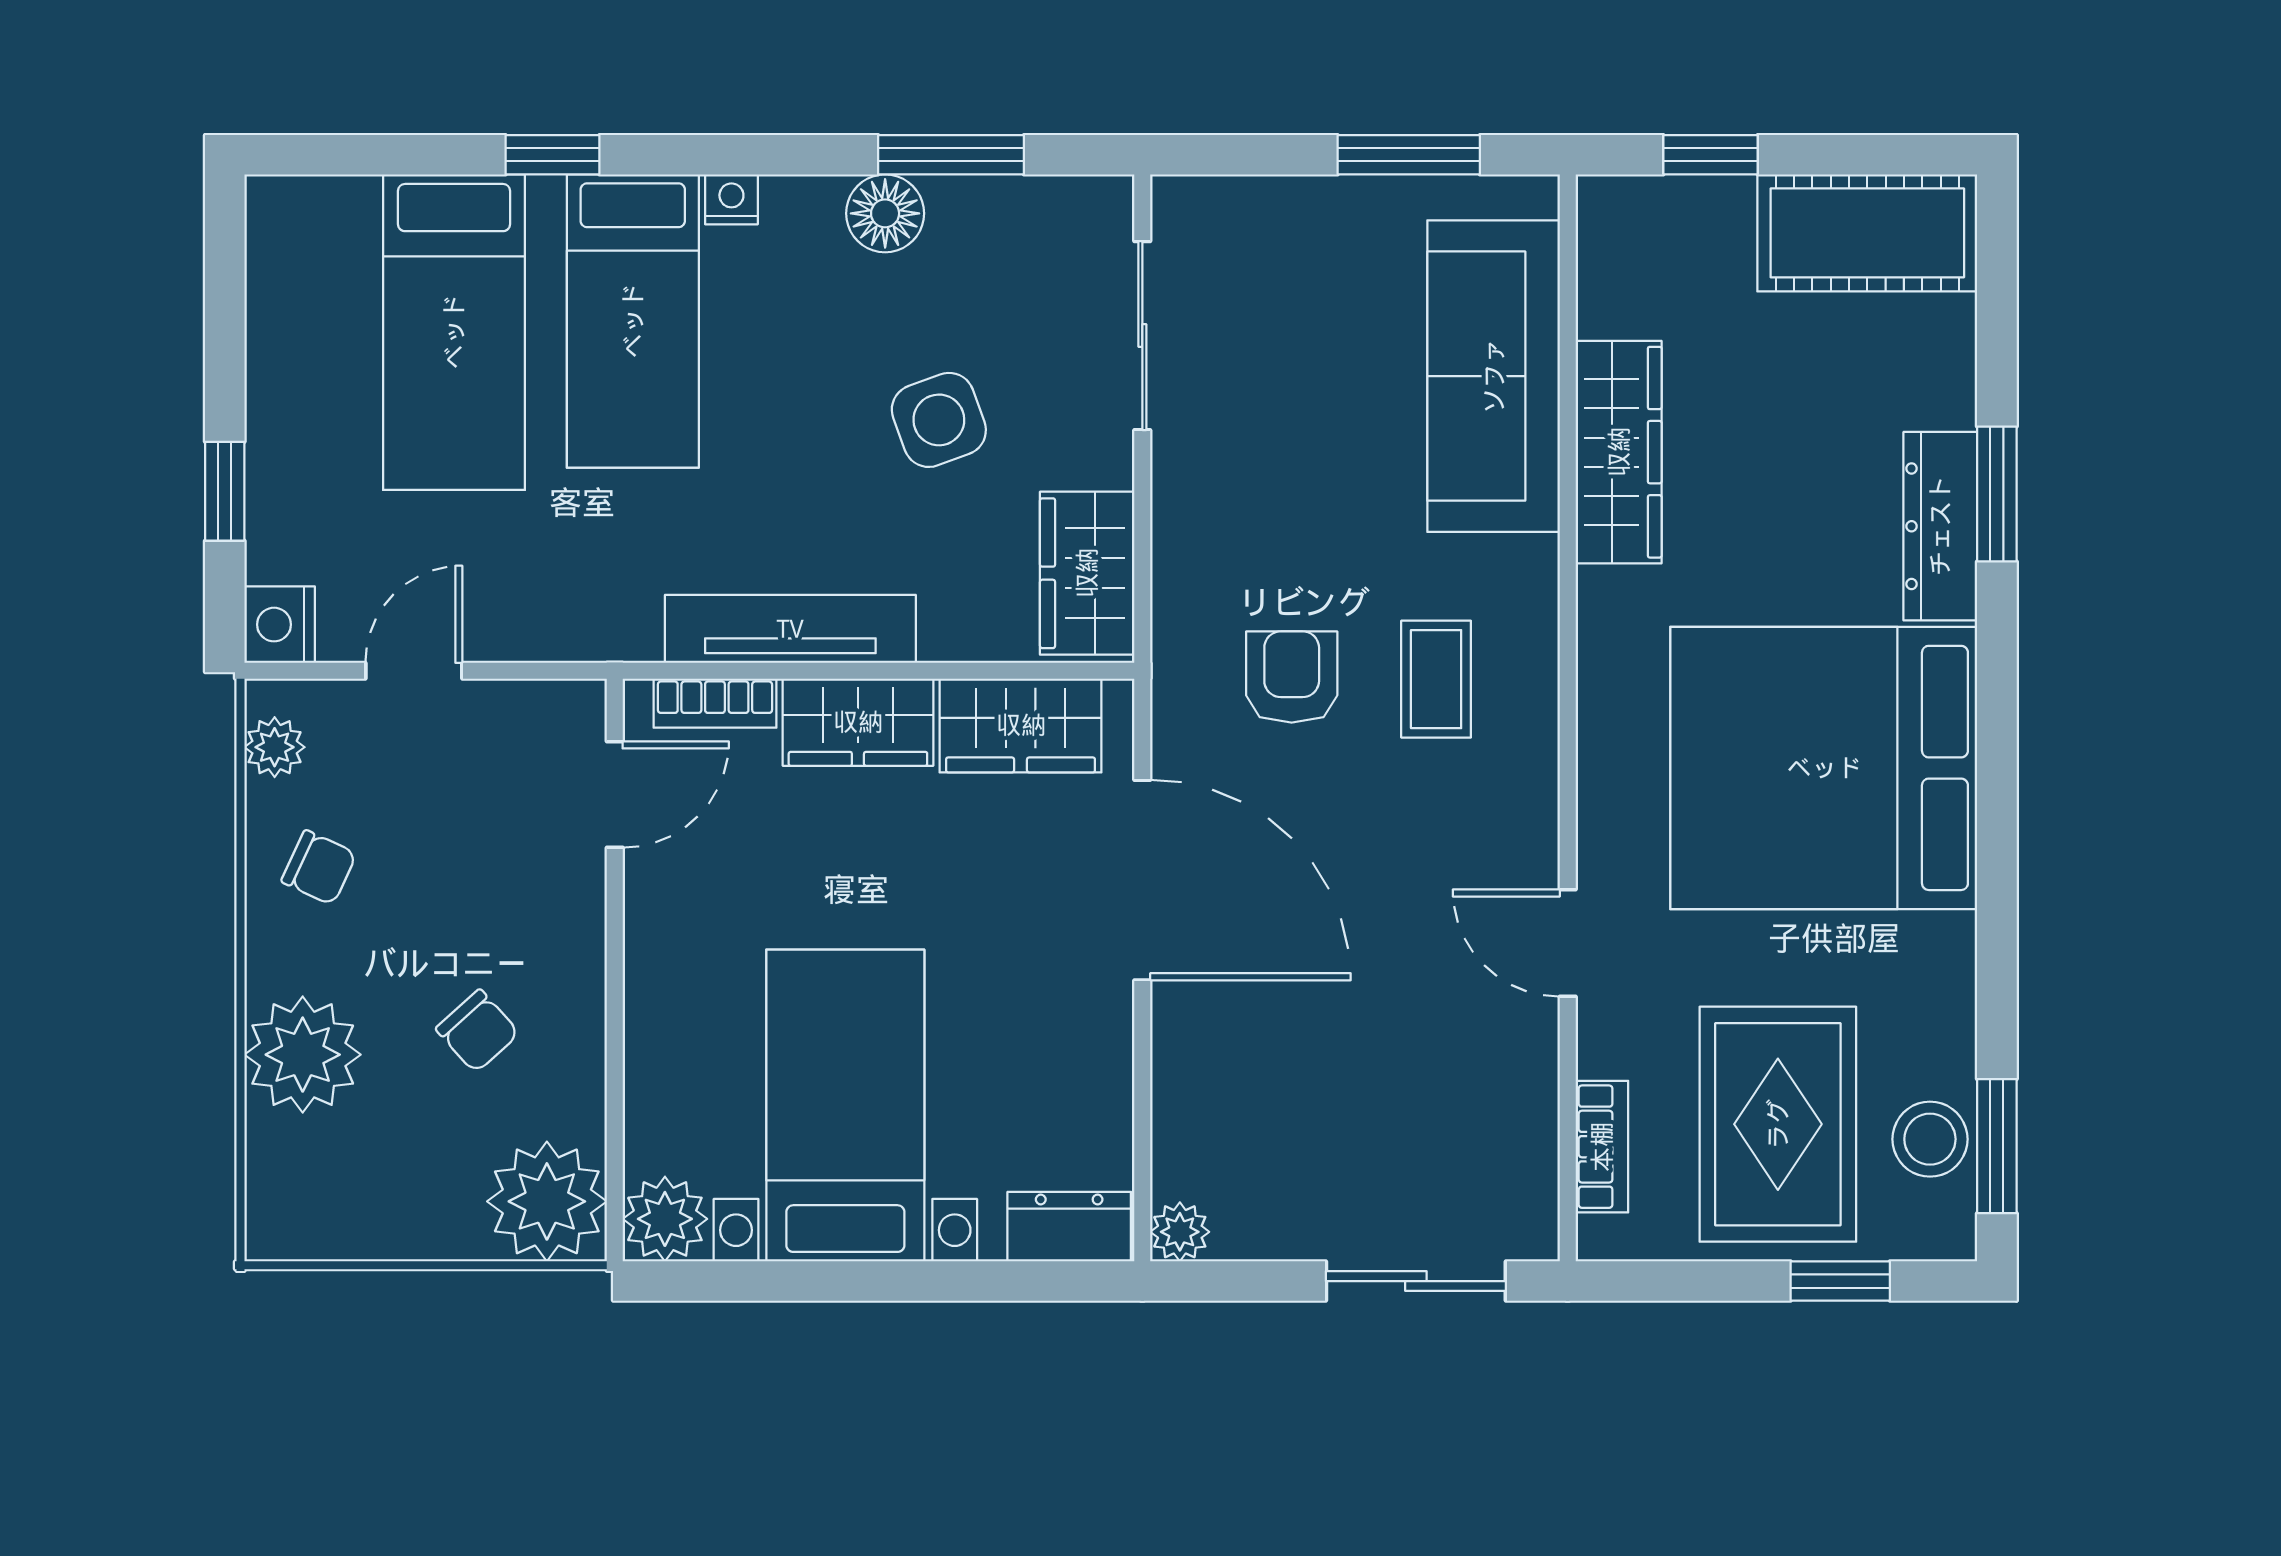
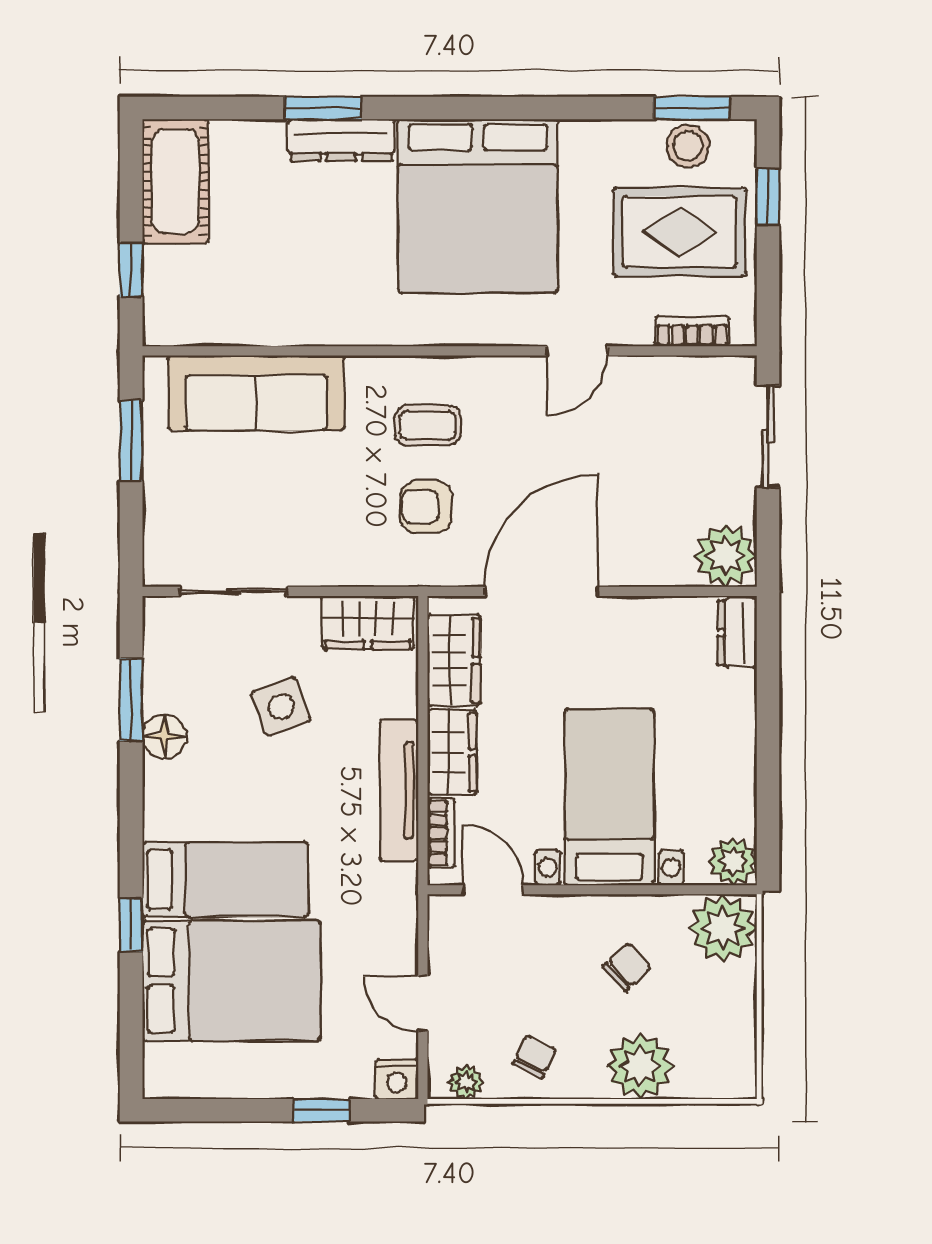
nightstand: (731, 199) -> (156, 824), removed
bed: (454, 332) -> (231, 981), width x1.50
wardrobe: (1619, 452) -> (299, 322), removed
bed with nightstands: (845, 1105) -> (609, 797), moved, turned 90
plant: (1180, 1232) -> (726, 556), width x1.88, depth x1.88

